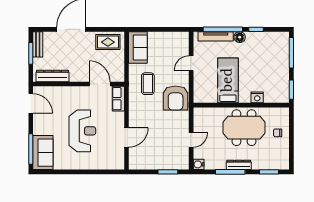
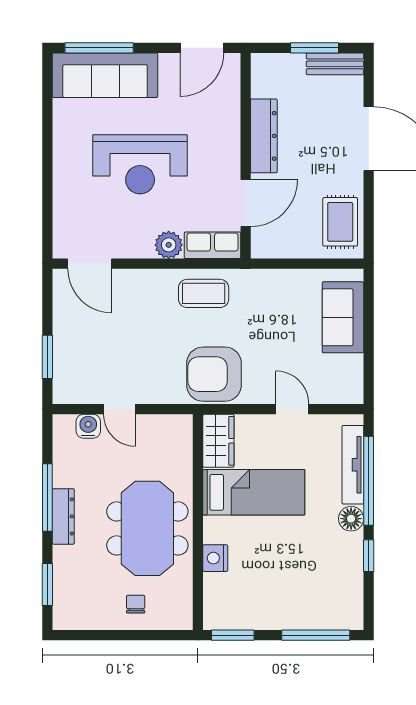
sofa: (138, 47) -> (343, 317), moved, turned 90
dresser: (52, 76) -> (264, 136), moved
coffee table: (148, 84) -> (204, 293), moved
wardrobe: (205, 96) -> (218, 441), added
plant: (118, 118) -> (169, 245), added
door: (127, 137) -> (90, 264), moved
sofa: (43, 153) -> (105, 75), width x1.36
water cooler: (199, 164) -> (88, 426), moved

